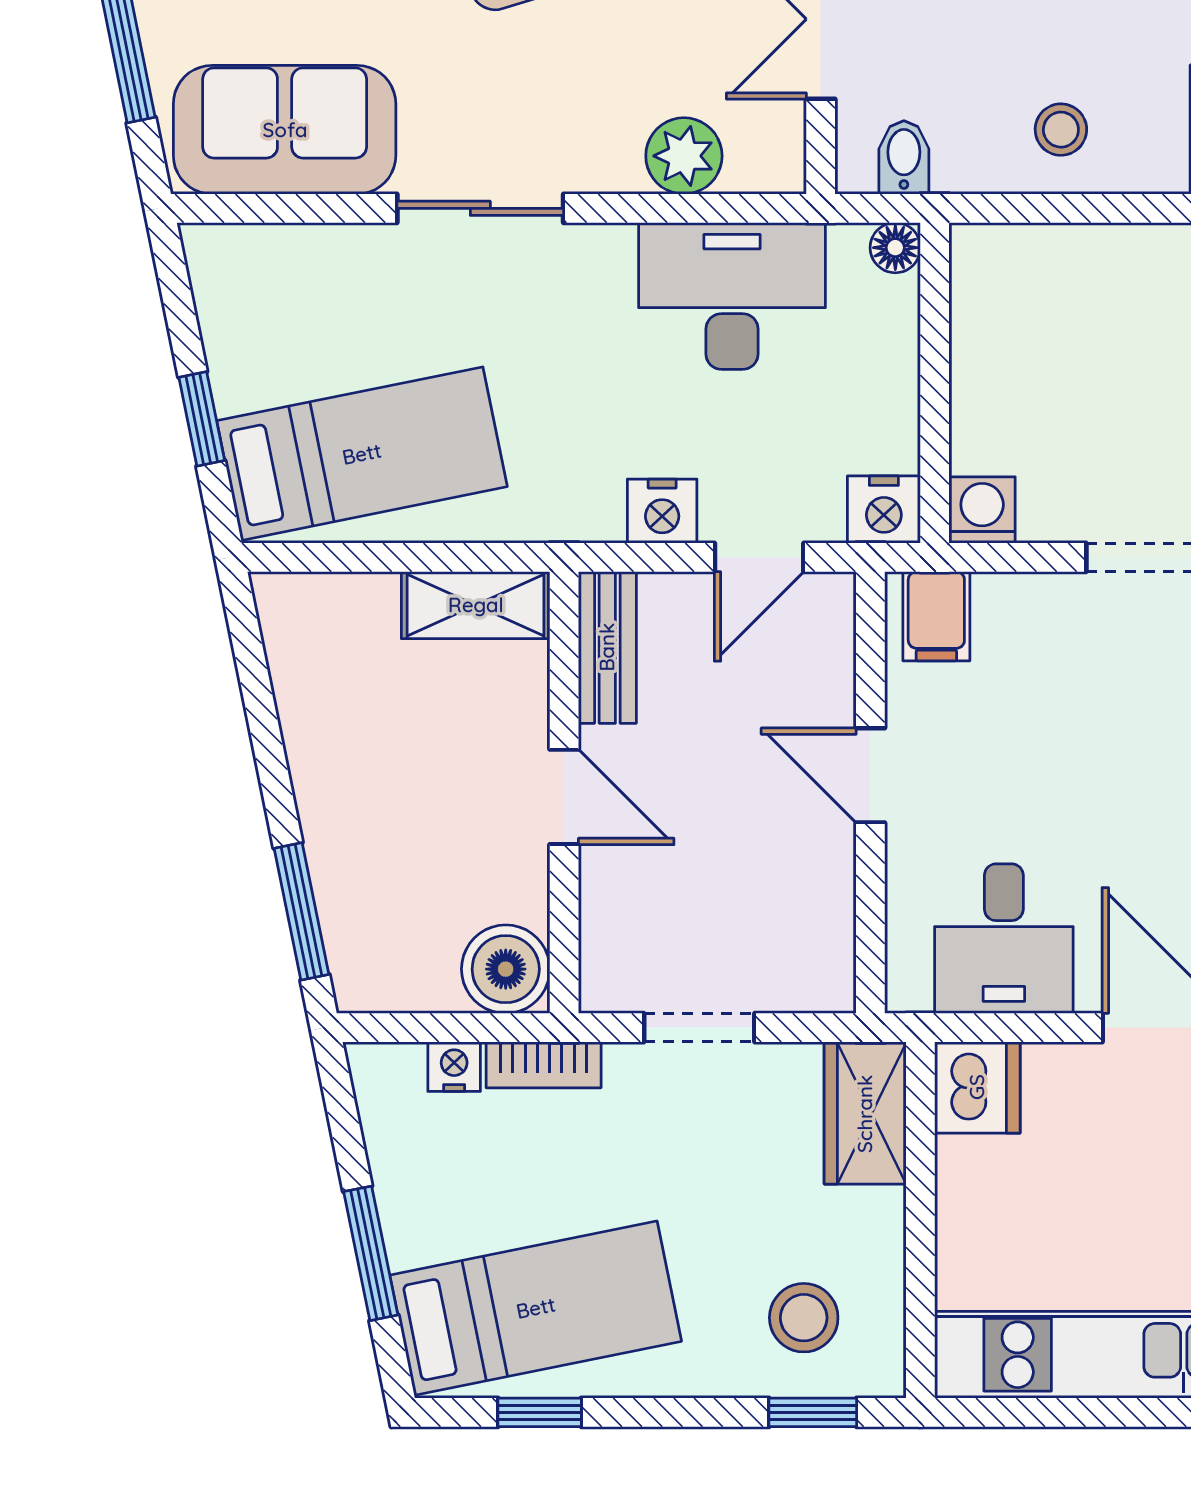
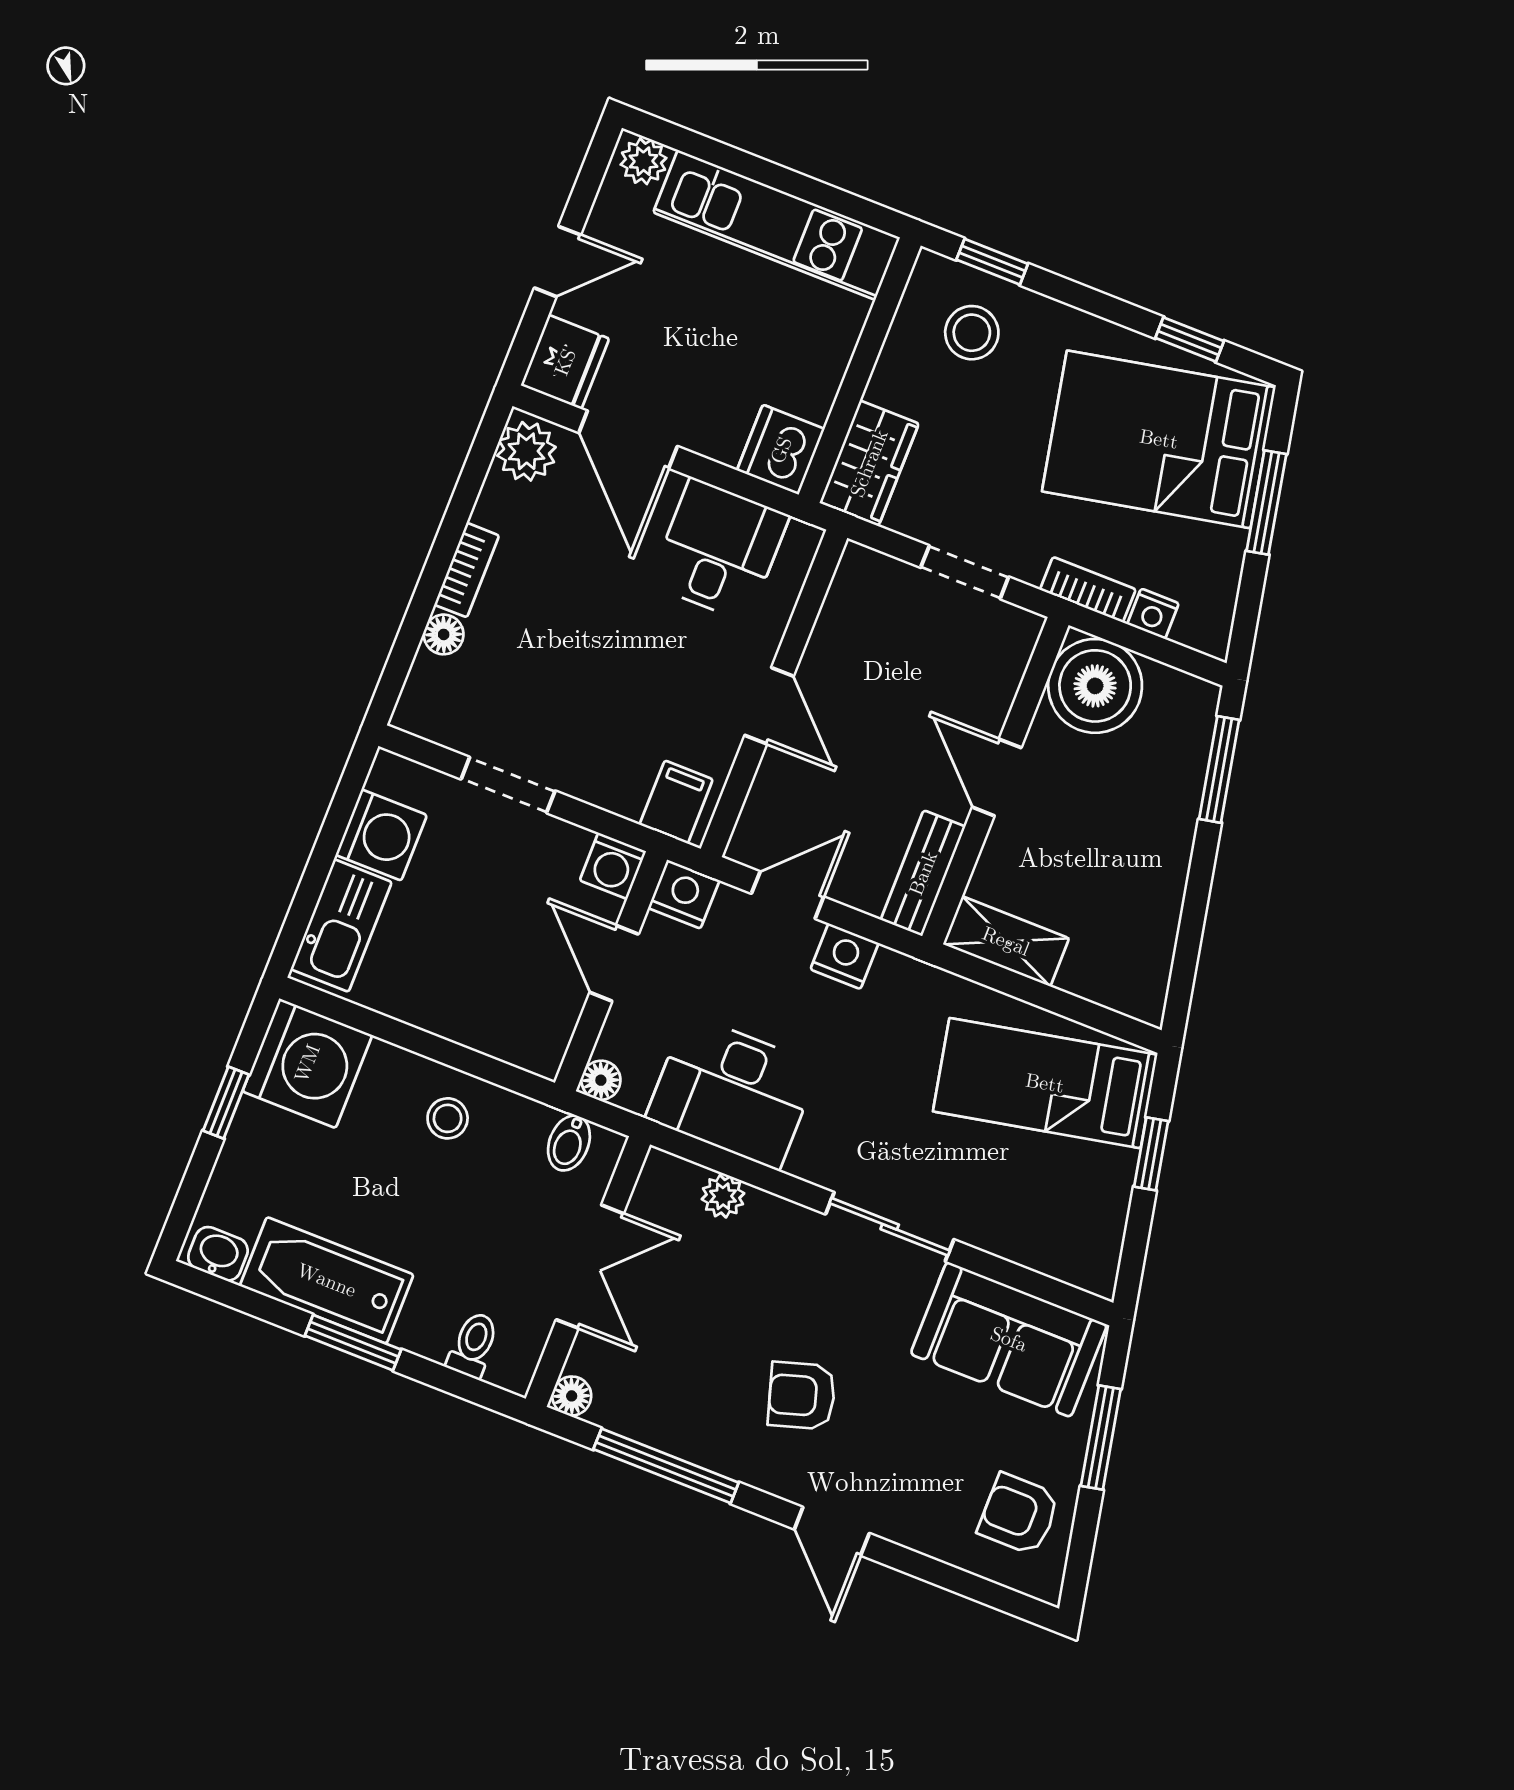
plant: (684, 156) -> (723, 1196), width x0.73, depth x0.73
door: (935, 394) -> (614, 963), added
boiler: (506, 969) -> (1095, 686), width x1.37, depth x1.37
bed: (536, 1308) -> (1159, 439), width x1.50

